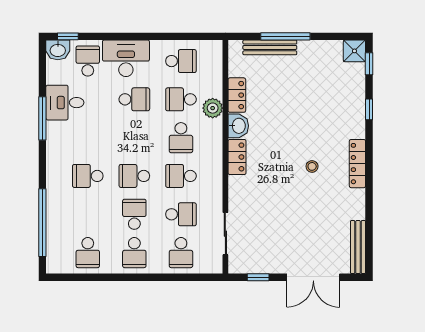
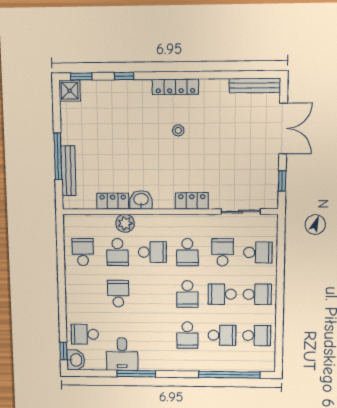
desk: (126, 58) -> (82, 301), removed
locker: (237, 157) -> (192, 201), moved
school desk: (88, 214) -> (222, 335), added

